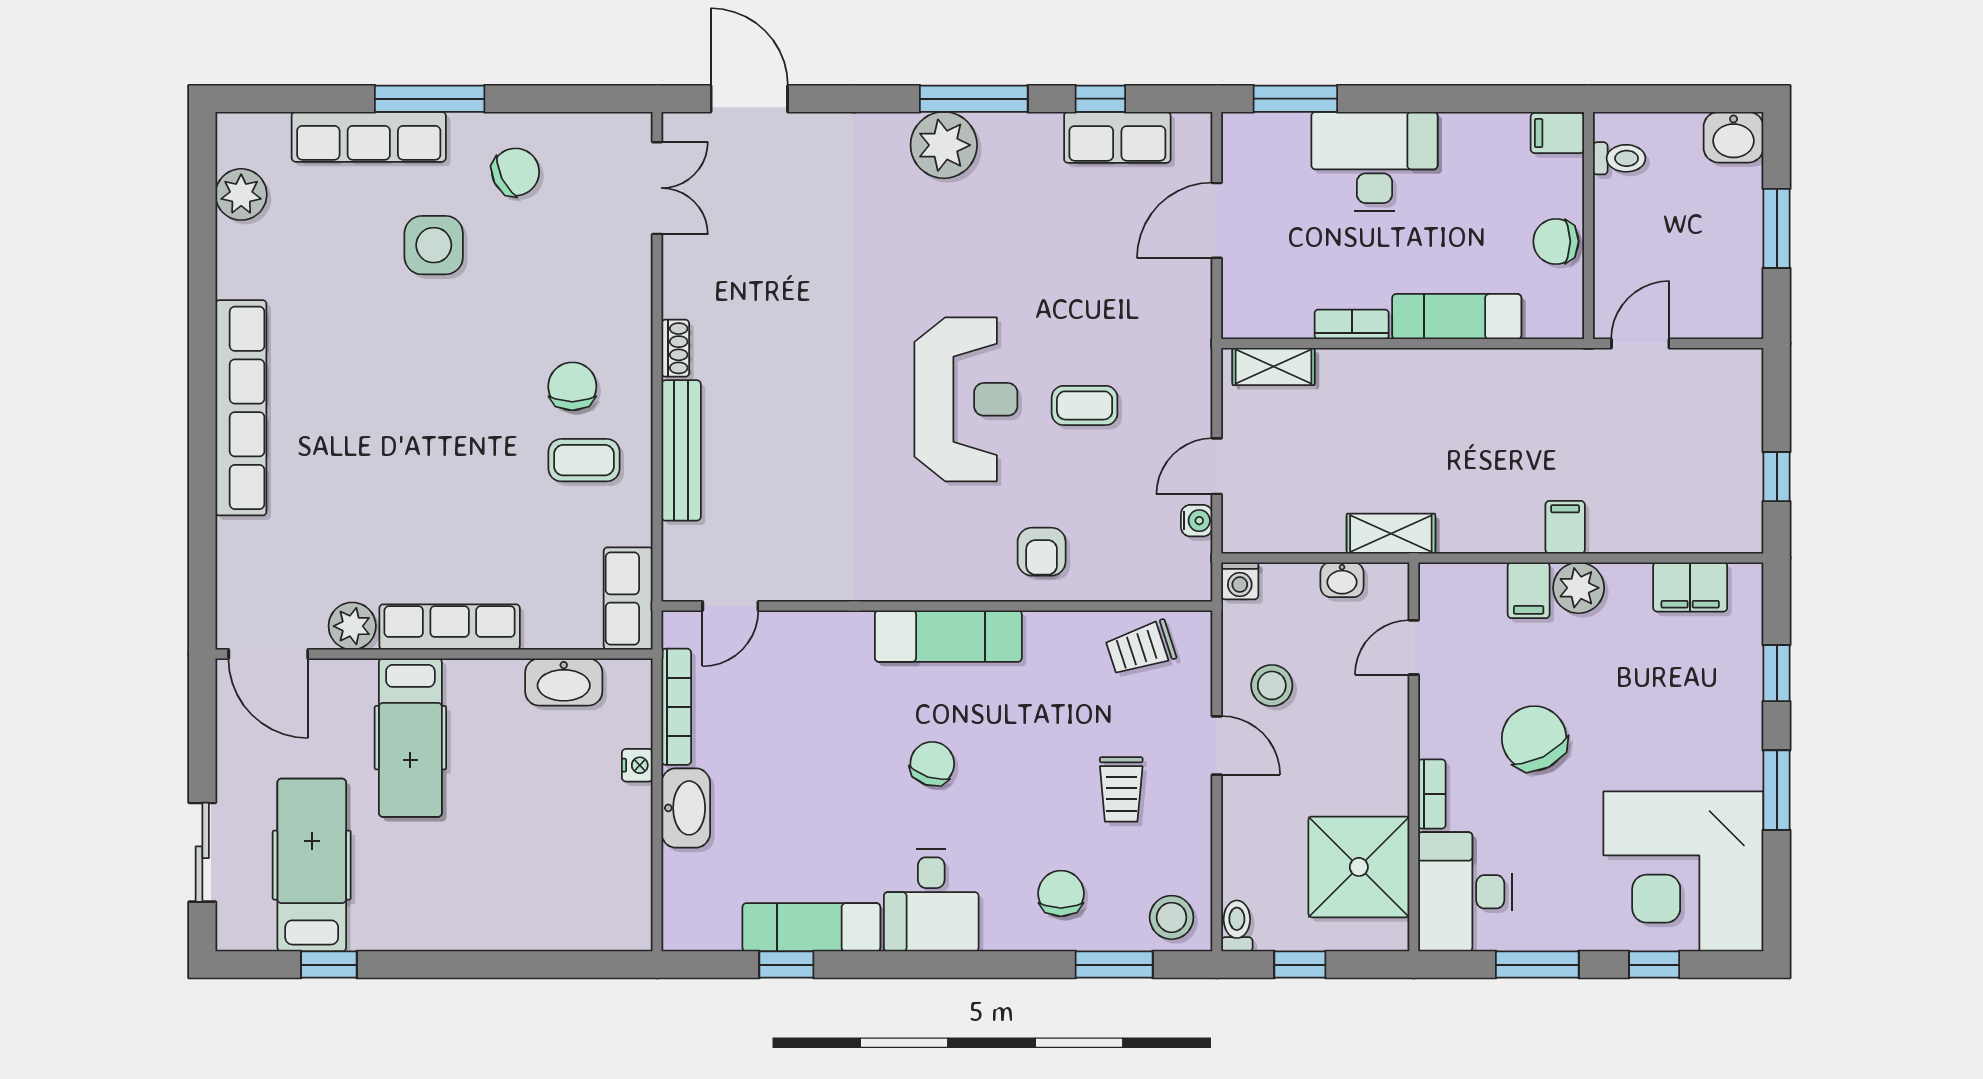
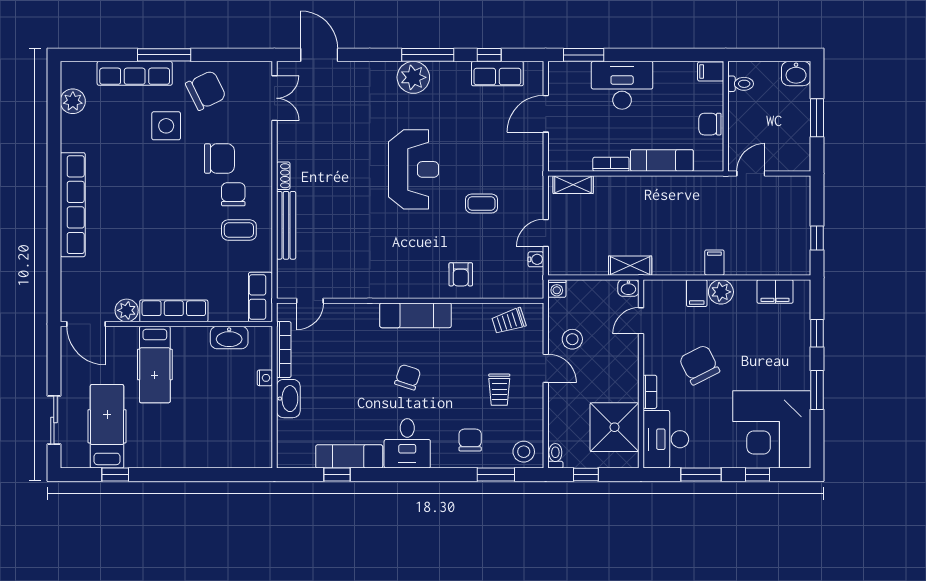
chair: (516, 172) -> (206, 90), width x1.37, depth x1.37
chair: (544, 313) -> (219, 159), added
reception desk: (966, 399) -> (414, 169), moved
washbasin: (1342, 580) -> (628, 288), moved

